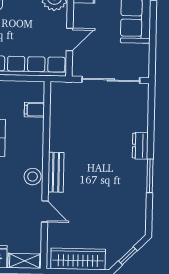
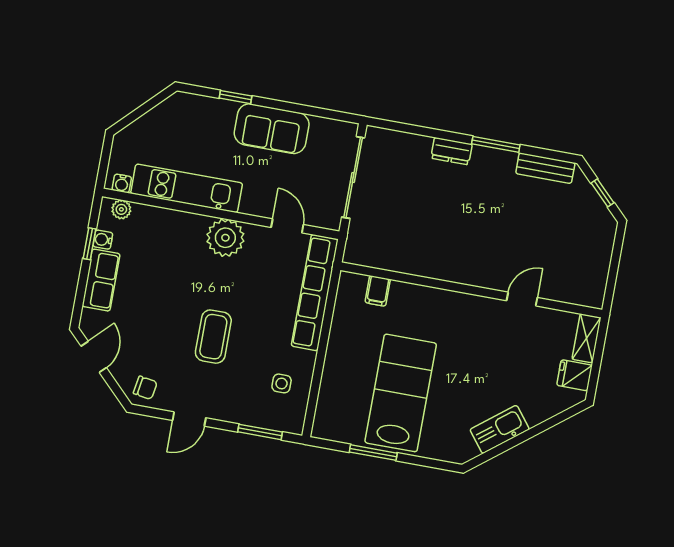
bench: (56, 172) -> (545, 168), moved
stool: (33, 177) -> (471, 308), removed
wardrobe: (78, 259) -> (596, 263), removed

